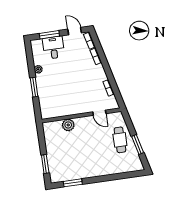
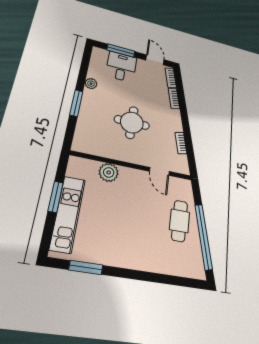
round table: (72, 86) -> (132, 122), added
window: (138, 145) -> (204, 237), width x2.11
kitchen unit: (53, 157) -> (68, 214), added
window: (45, 164) -> (56, 197), moved

